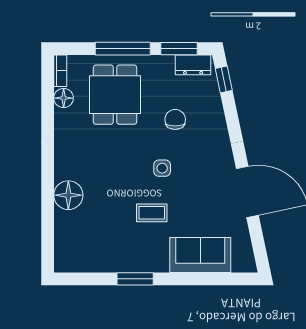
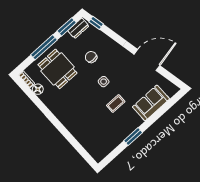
floor lamp: (68, 195) -> (75, 127), removed

